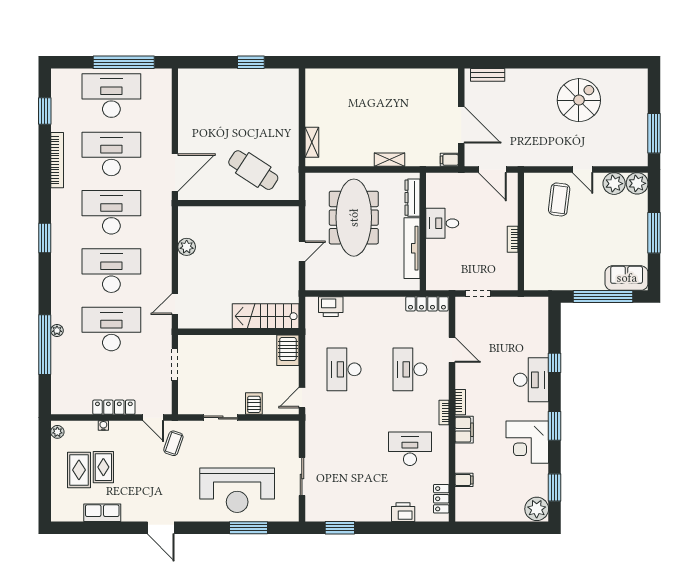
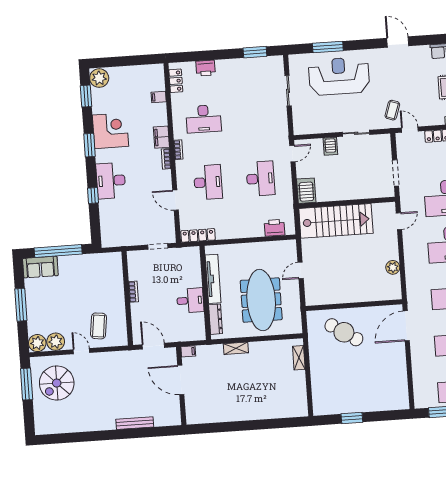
bench: (488, 75) -> (135, 423), moved, width x1.36
spiral stairs: (579, 100) -> (57, 383), moved
stairs: (266, 316) -> (336, 221), width x1.36, depth x1.51

